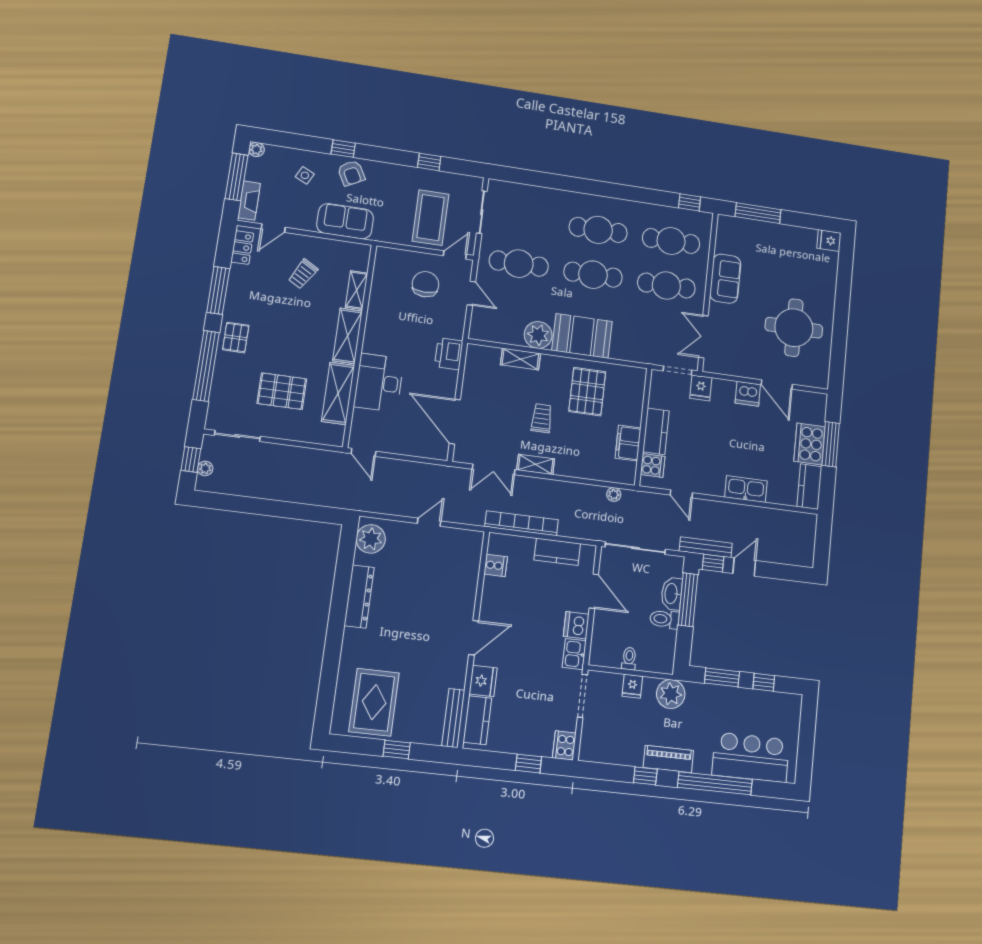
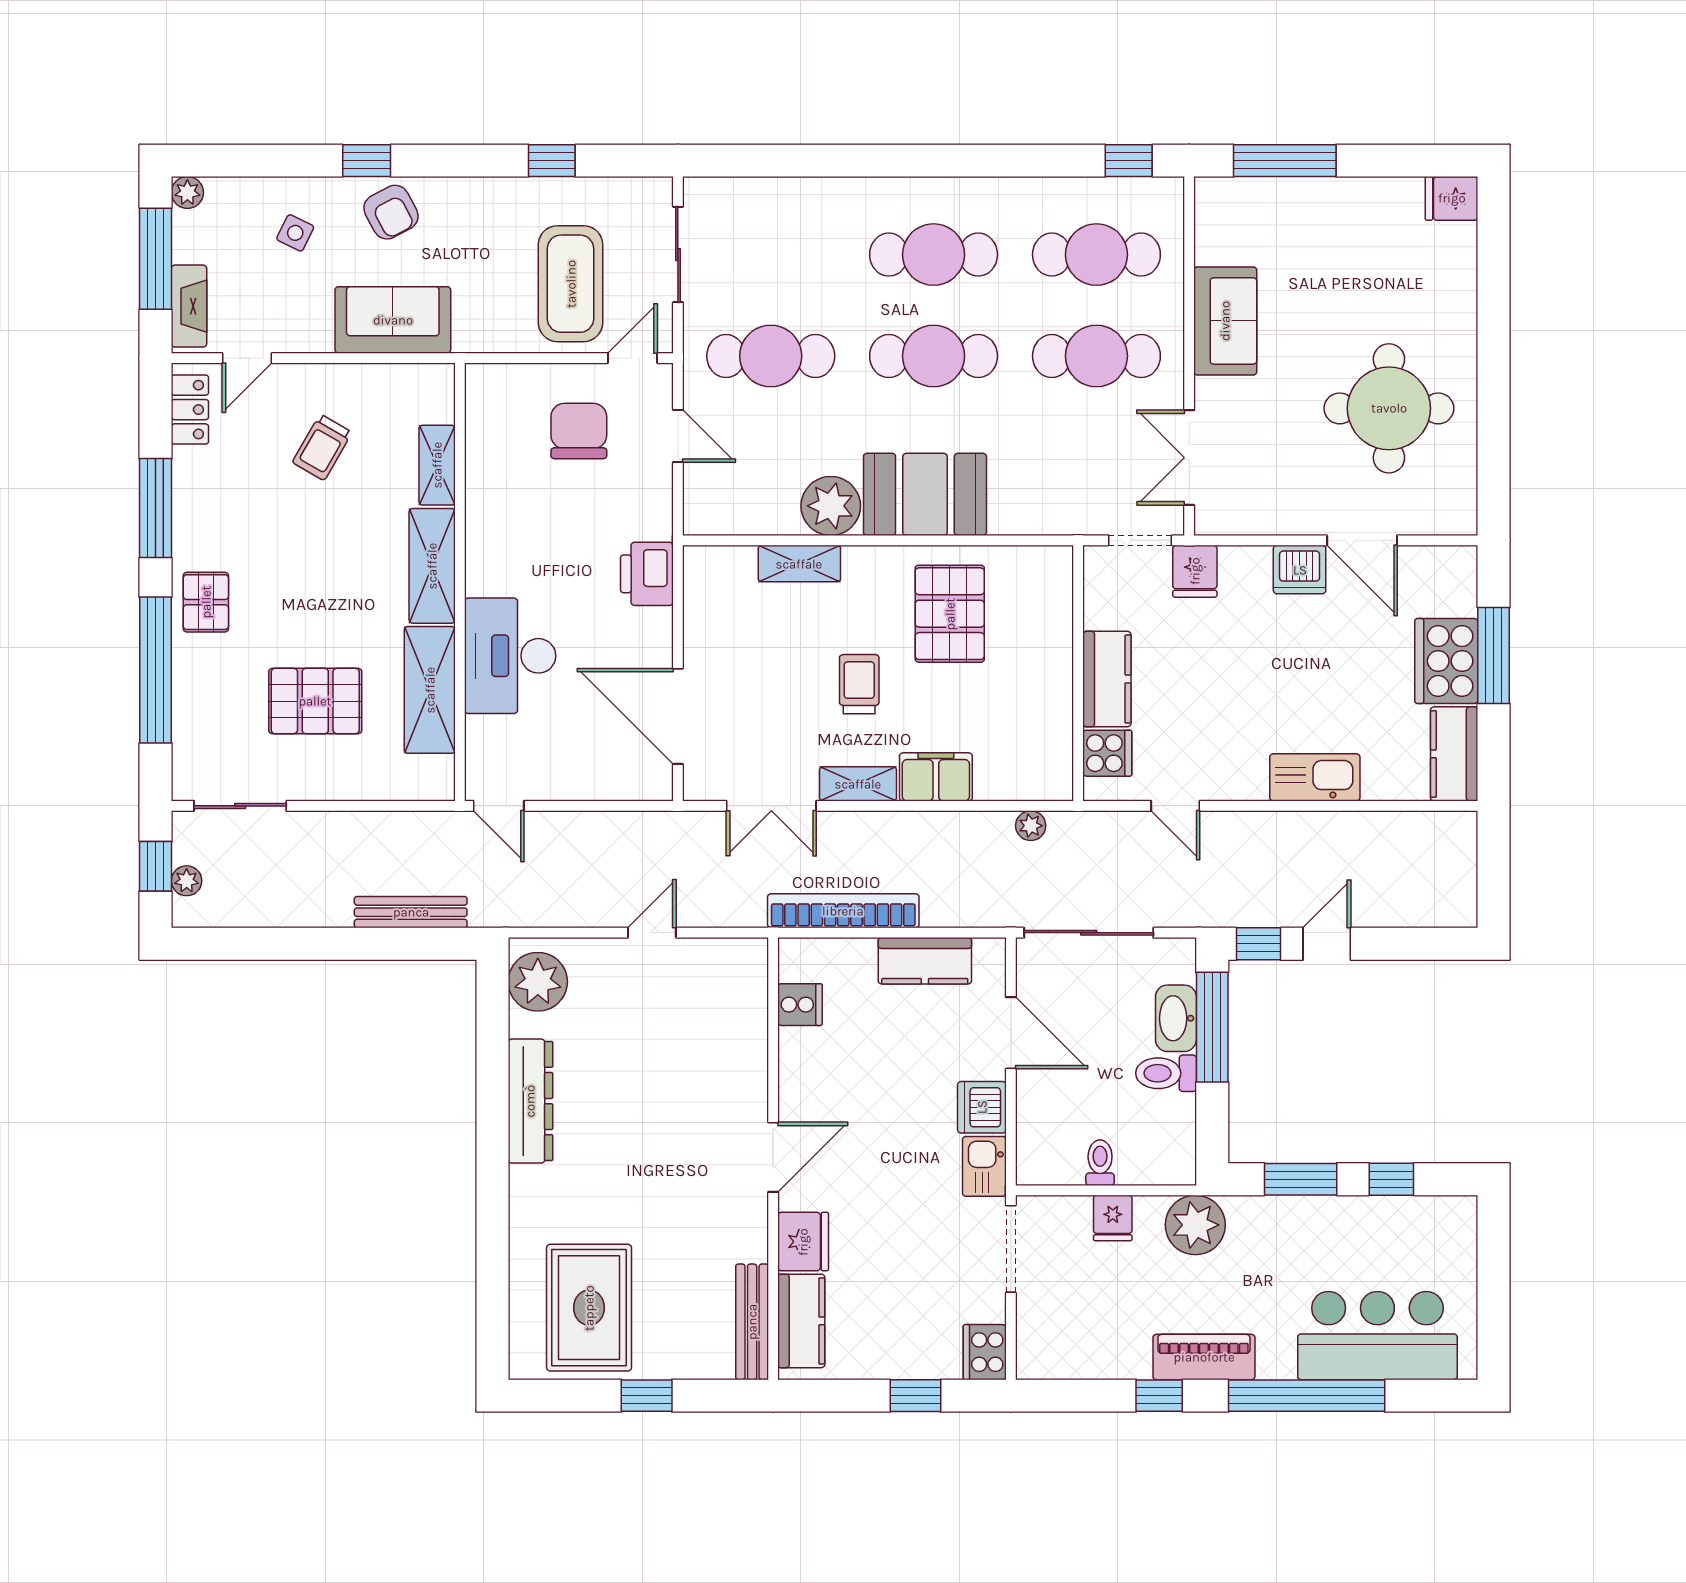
filing cabinet: (628, 443) -> (936, 777), moved, turned 90
bench: (706, 547) -> (411, 912), moved

